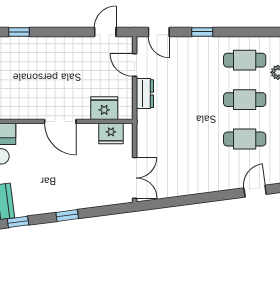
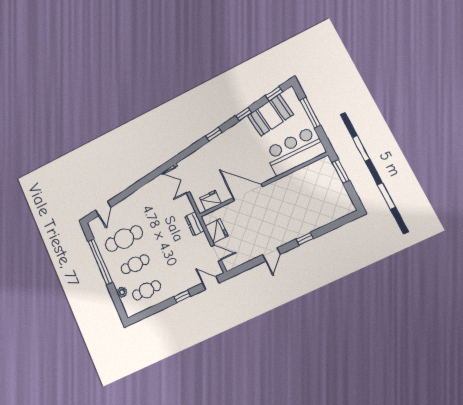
door: (105, 32) -> (271, 255), moved
dresser: (145, 94) -> (194, 224), moved
fridge: (104, 108) -> (217, 231), moved, turned -90
door: (60, 121) -> (248, 192), width x1.36
cafe table: (245, 139) -> (124, 239), width x1.37, depth x1.35

